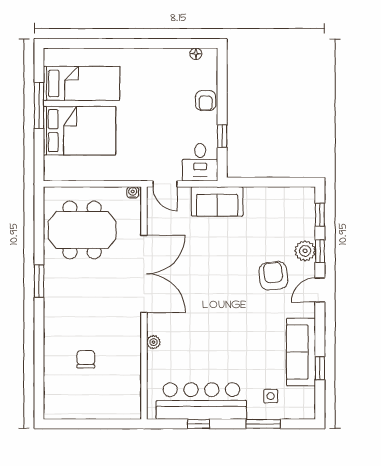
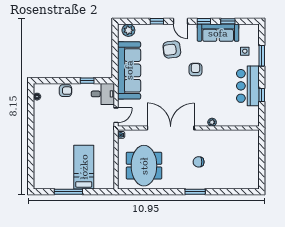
bed: (82, 83) -> (55, 166), removed
bed: (80, 131) -> (84, 167), width x0.67
sofa: (217, 201) -> (129, 70), width x1.85, depth x1.27
window: (320, 215) -> (204, 21), moved
plant: (305, 251) -> (128, 30), moved
window: (39, 281) -> (195, 192), moved
armchair: (240, 315) -> (196, 70), added
chair: (86, 359) -> (199, 162), moved
bar counter: (201, 401) -> (248, 86), width x0.73

